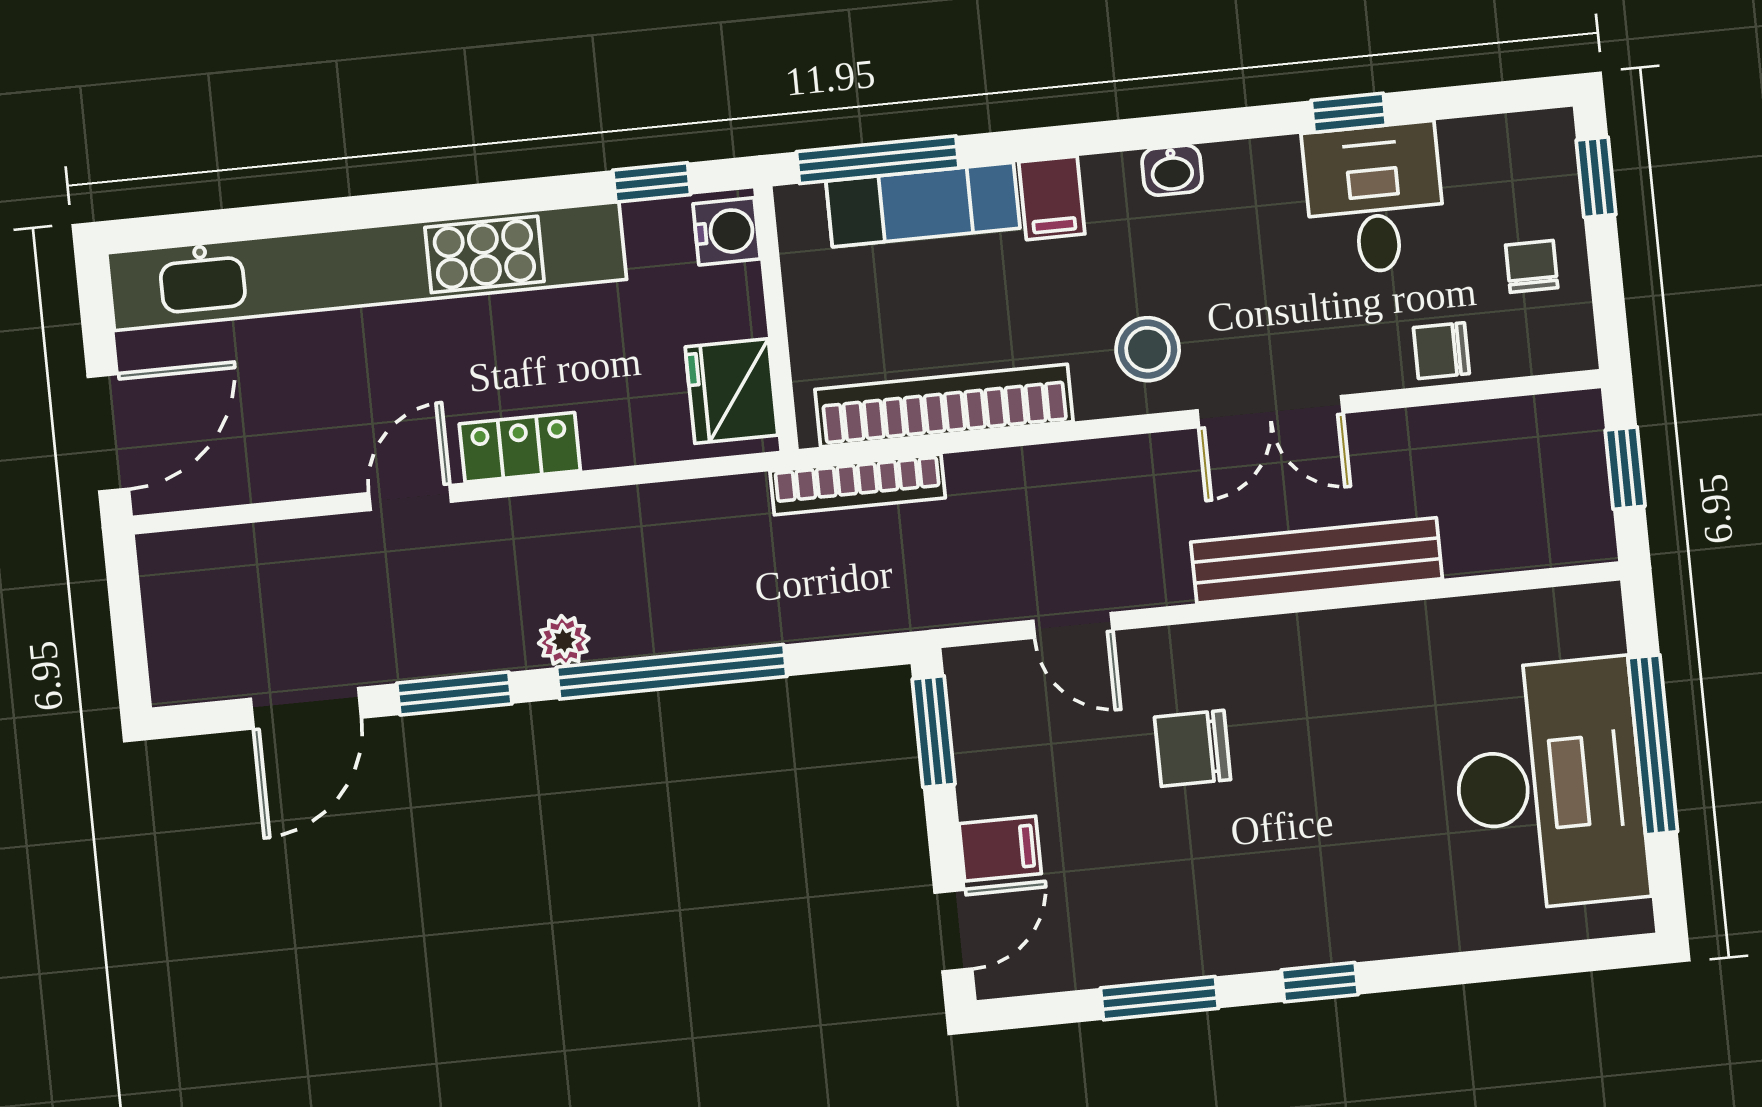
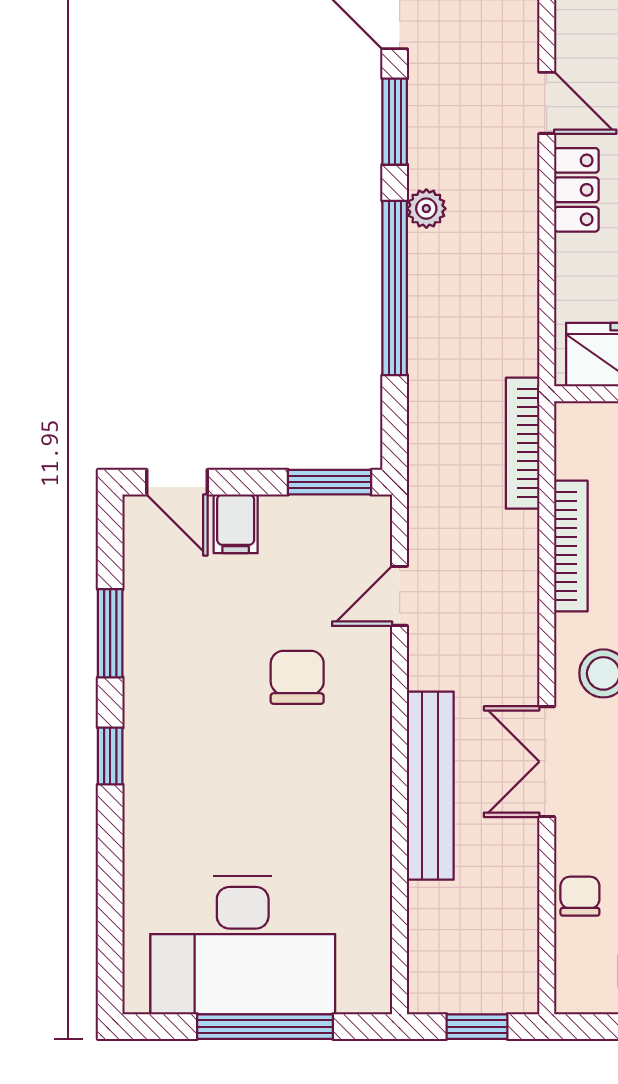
bookcase: (944, 405) -> (571, 546), width x0.68, depth x0.76

